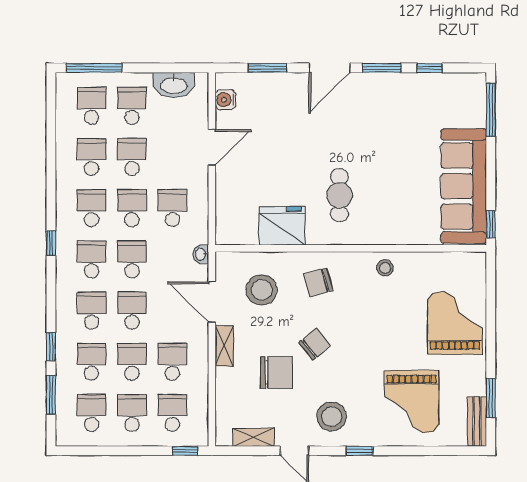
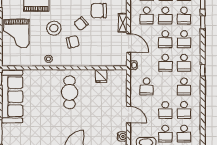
door: (212, 147) -> (128, 115), swing flipped
cafe table: (340, 195) -> (70, 92), width x1.37, depth x1.35
school desk: (132, 208) -> (165, 86), removed
fridge: (282, 226) -> (101, 76), width x0.53, depth x0.75
chair: (318, 282) -> (73, 42), moved
stool: (262, 290) -> (54, 28), moved

